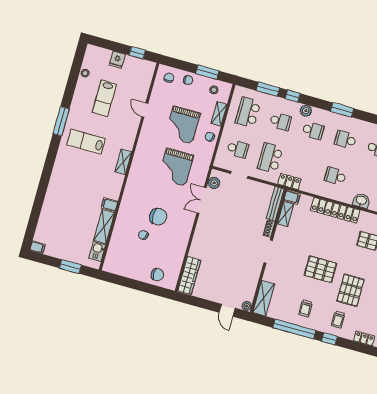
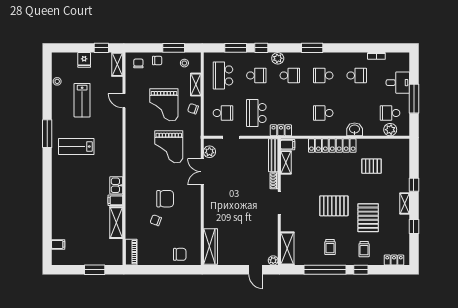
shelving: (123, 162) -> (117, 64), moved
filing cabinet: (38, 247) -> (58, 244), moved
kitchen sink: (97, 252) -> (116, 185), moved
piano: (111, 259) -> (131, 252), added

